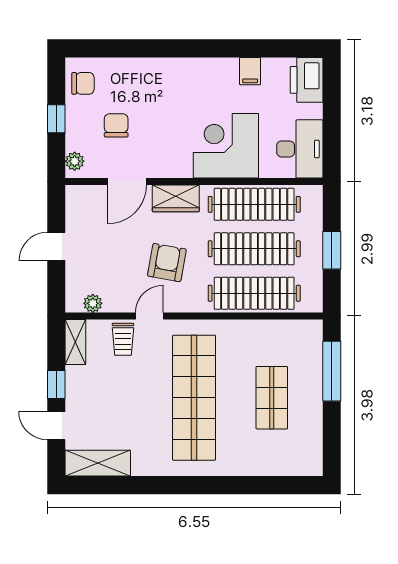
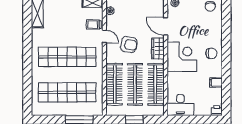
printer: (307, 80) -> (217, 111), width x0.53, depth x0.68
chair: (116, 125) -> (211, 53), moved
corner desk: (226, 146) -> (182, 57), moved
shop shelf: (272, 398) -> (67, 92), width x2.00, depth x1.36

